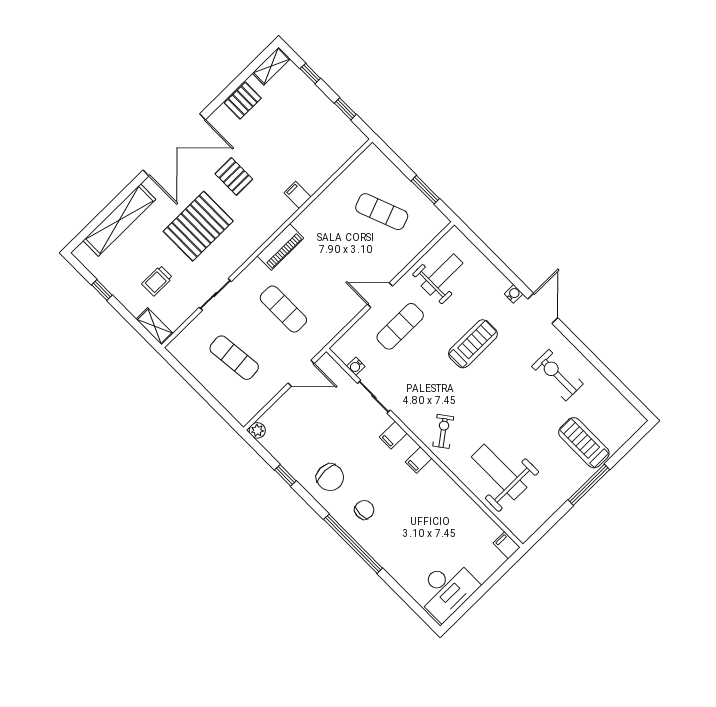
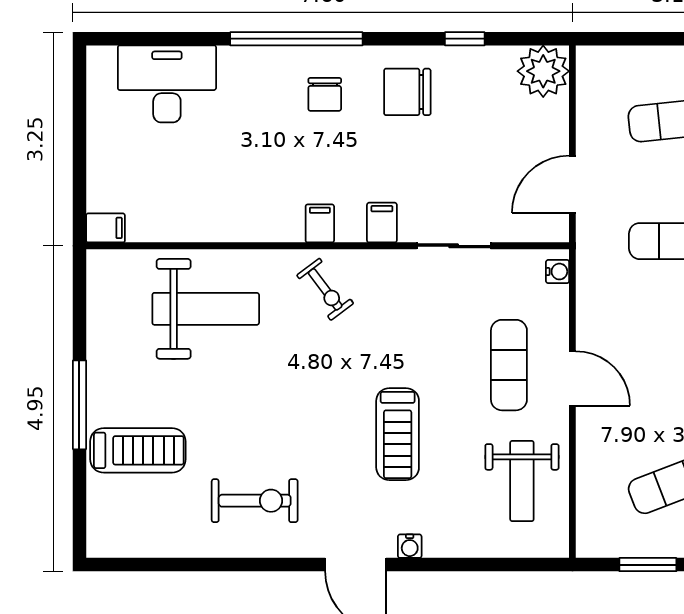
door: (380, 295) -> (572, 378), hinge flipped
water cooler: (356, 366) -> (558, 272), moved, turned 90
plant: (257, 430) -> (543, 71), width x1.88, depth x1.88
desk: (446, 589) -> (167, 84), moved, turned 90

